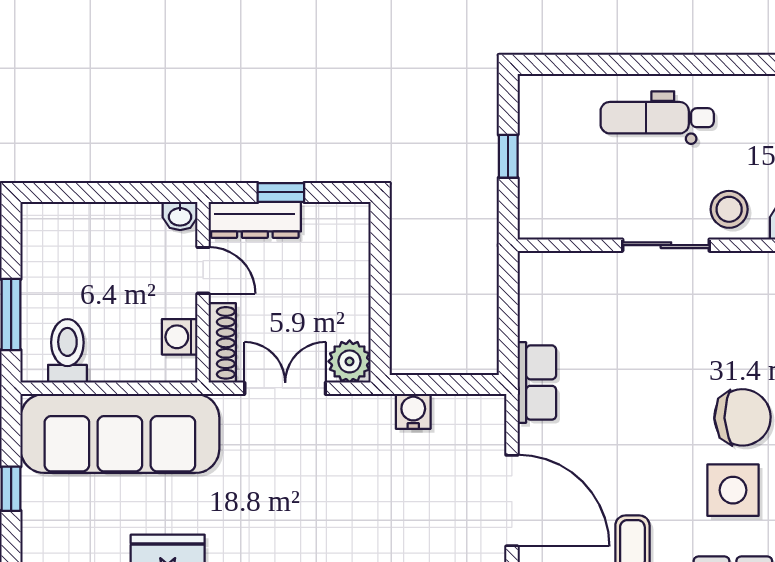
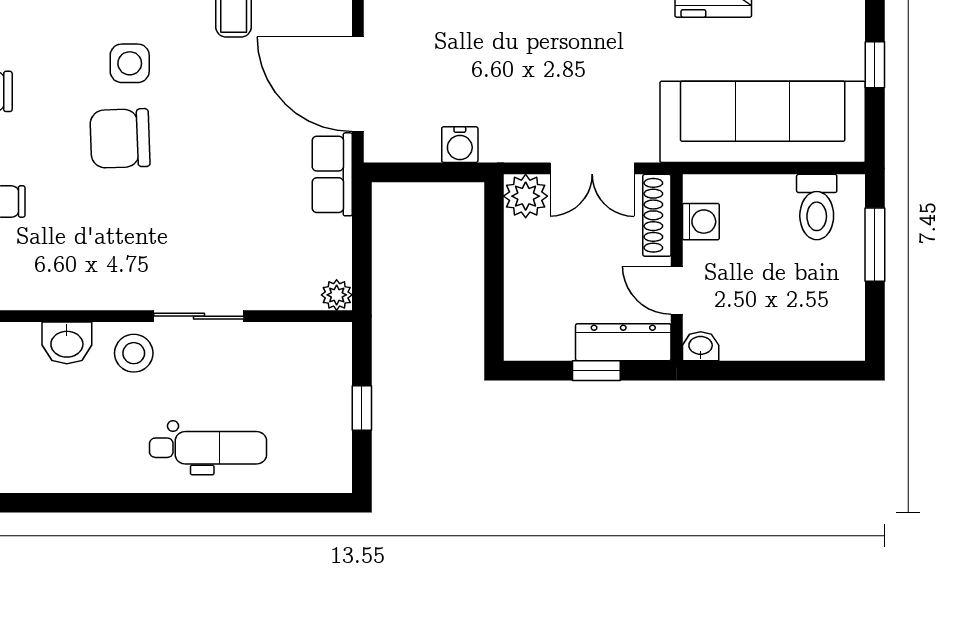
plant: (532, 266) -> (337, 295), added
side table: (733, 490) -> (130, 63), width x0.73, depth x0.73
door: (512, 501) -> (358, 84), moved

